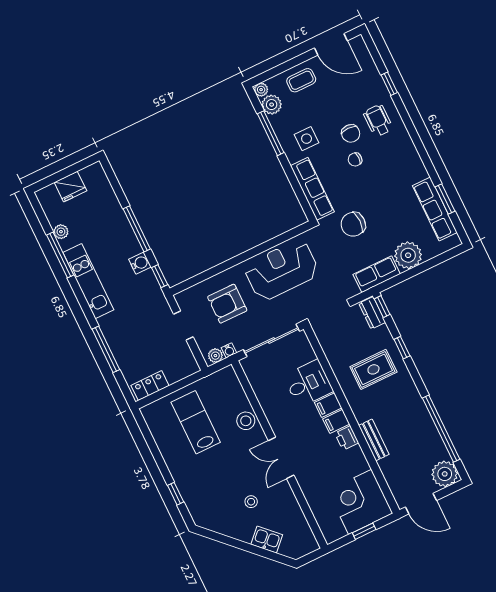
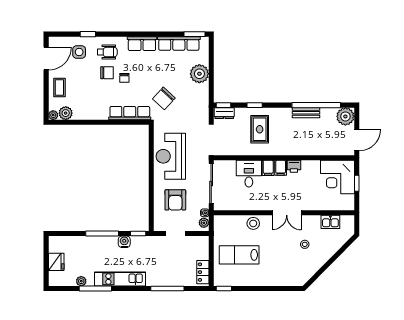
wheelchair: (378, 120) -> (107, 52), turned 180
window: (271, 133) -> (83, 122), removed
side table: (307, 139) -> (79, 52), moved
window: (445, 199) -> (195, 34), moved
chair: (353, 224) -> (164, 98), turned 43
row of seats: (377, 274) -> (142, 44), moved, turned -90
bench: (374, 440) -> (306, 113), moved
window: (176, 494) -> (224, 289), moved
kitchen sink: (267, 540) -> (330, 222), moved, turned -135

